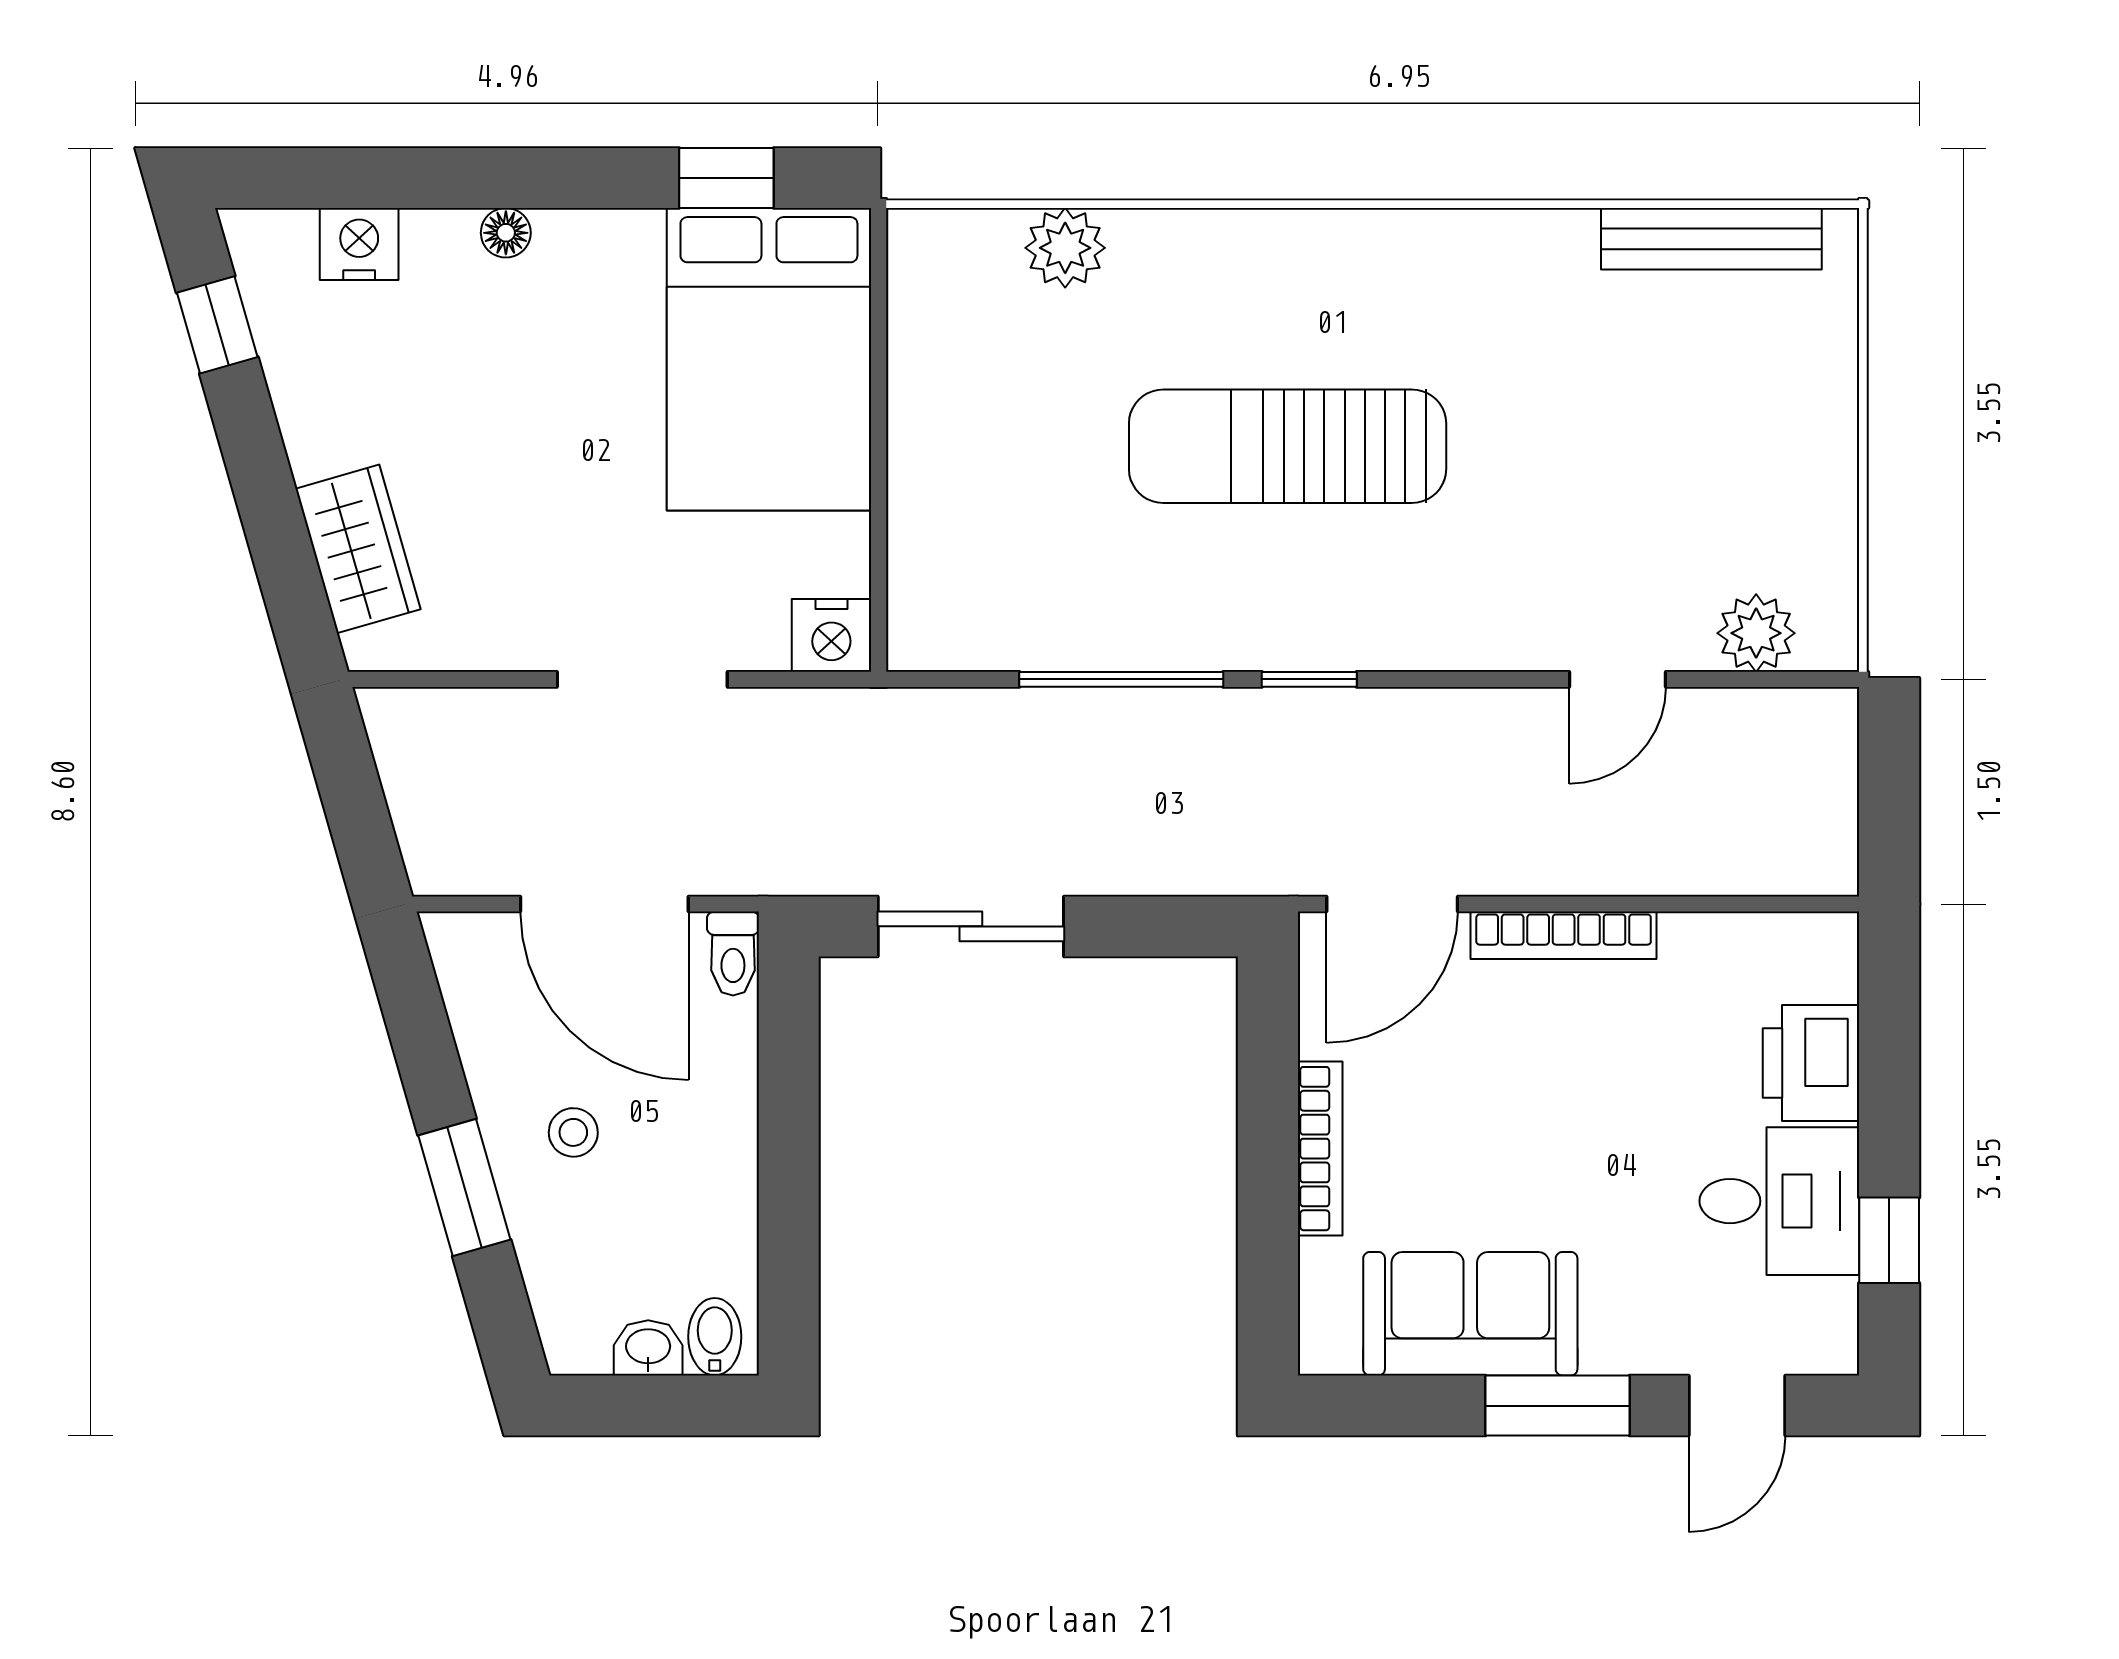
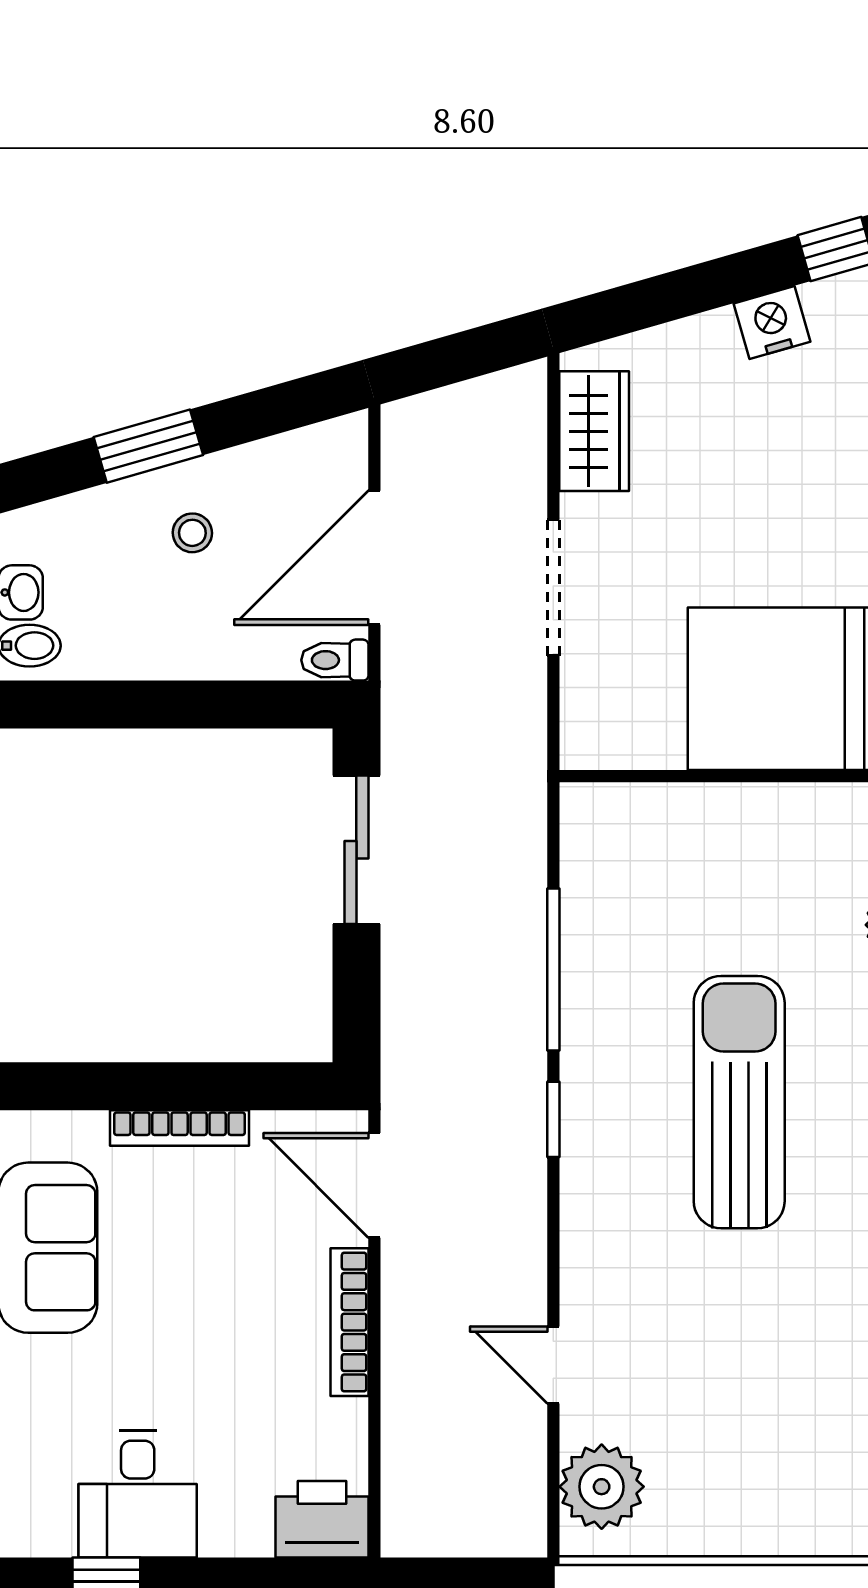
wardrobe: (358, 549) -> (594, 431), moved, turned -74
plant: (1756, 633) -> (602, 1487), width x1.36, depth x1.36
nightstand: (831, 635) -> (772, 323), moved, turned 74
printer: (1811, 1063) -> (322, 1519), moved

